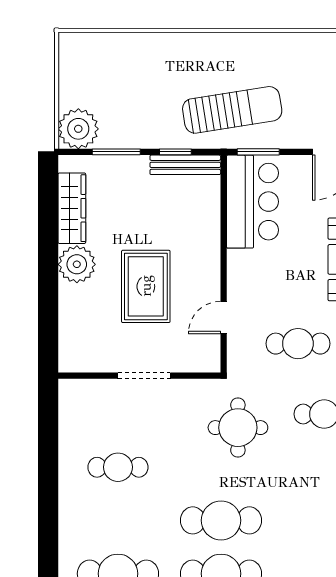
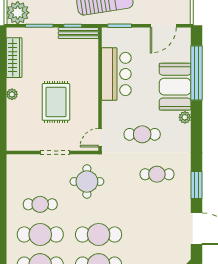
bar counter: (252, 202) -> (116, 74), moved
plant: (77, 264) -> (12, 94), width x0.53, depth x0.53
door: (224, 318) -> (100, 138), moved
round table: (238, 428) -> (87, 182), moved
cafe table: (118, 520) -> (40, 234), added

